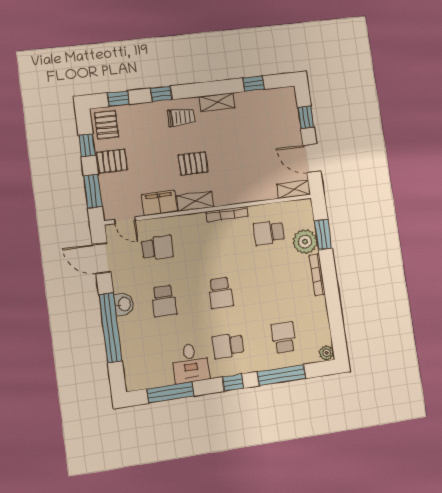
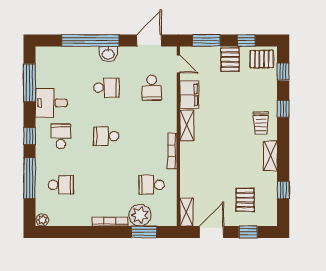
pallet: (193, 163) -> (245, 200), moved
door: (125, 220) -> (178, 64), swing flipped
school desk: (269, 233) -> (152, 185), turned -90
school desk: (164, 301) -> (106, 88), turned 180

